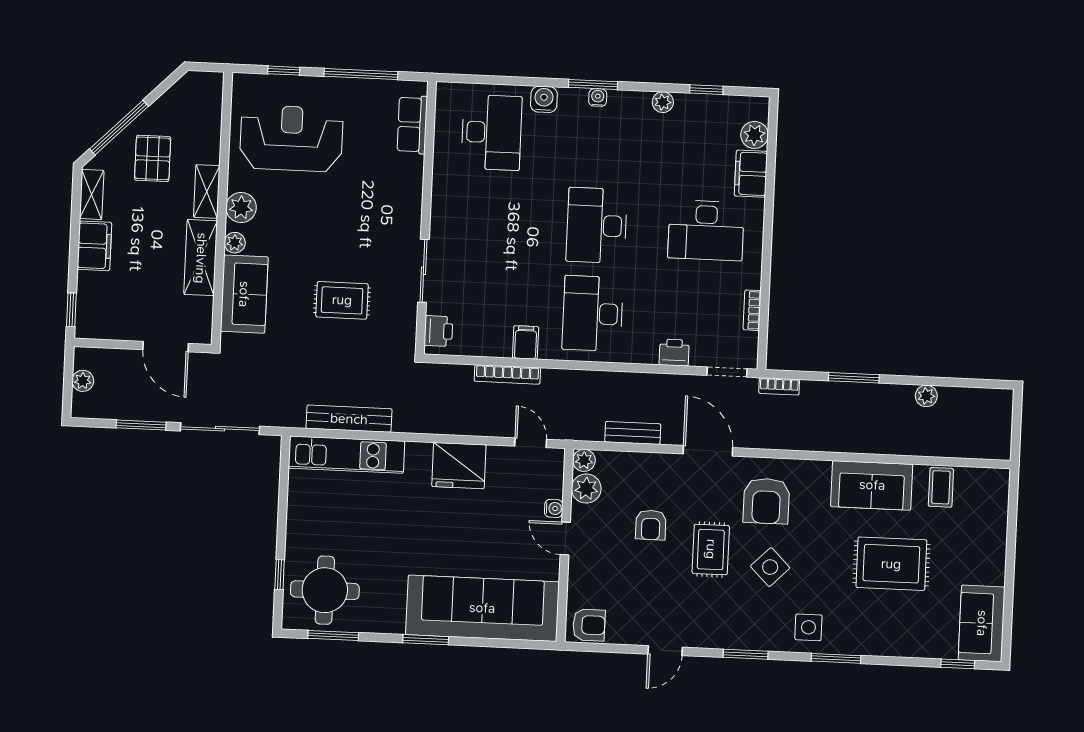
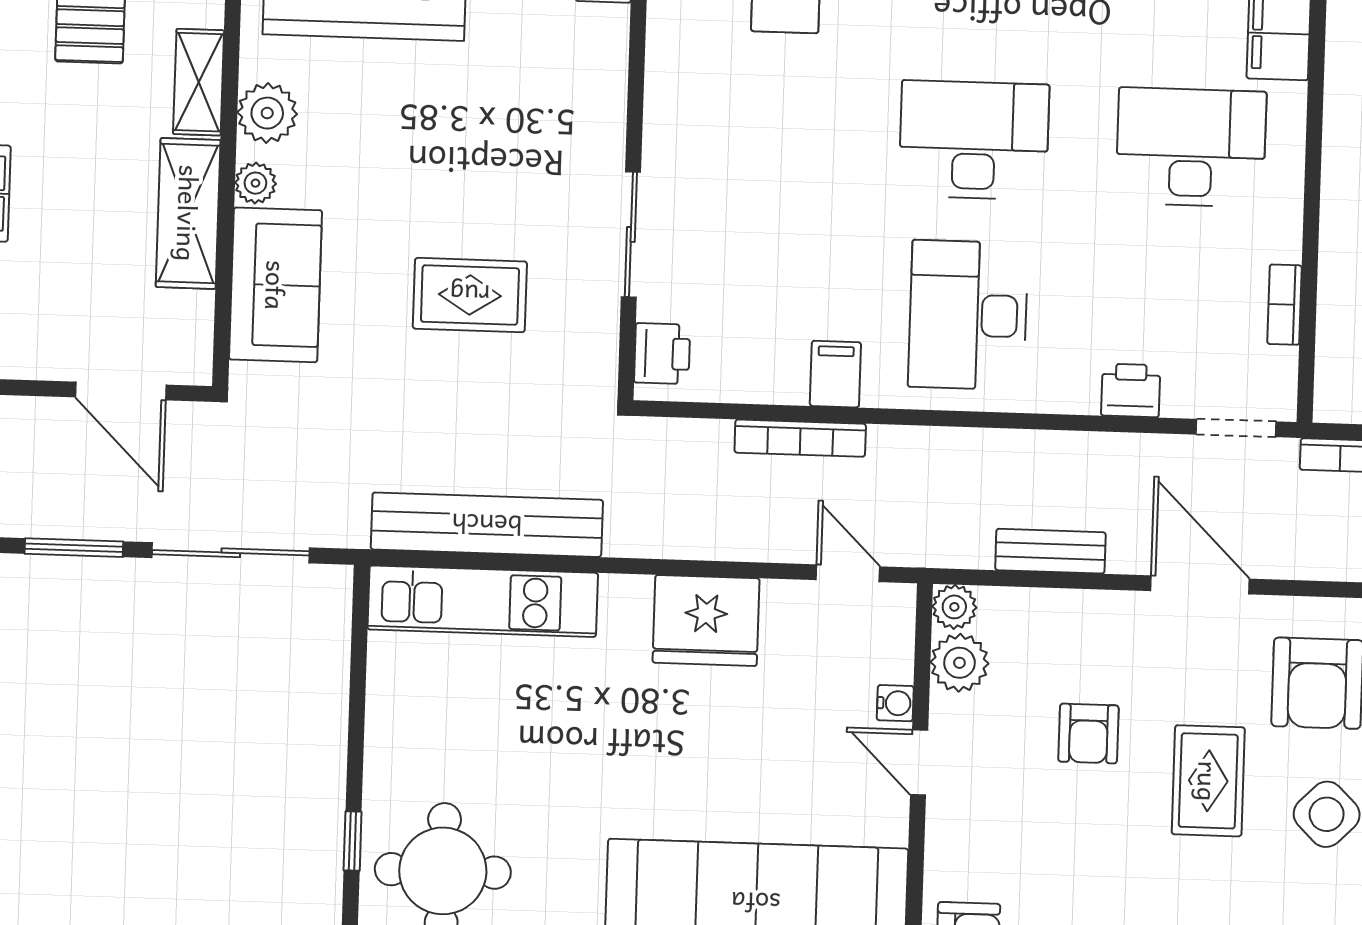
desk: (597, 225) -> (974, 140), turned 90
desk: (706, 230) -> (1191, 147), turned 180
bench: (349, 419) -> (487, 525), width x1.37, depth x1.21

